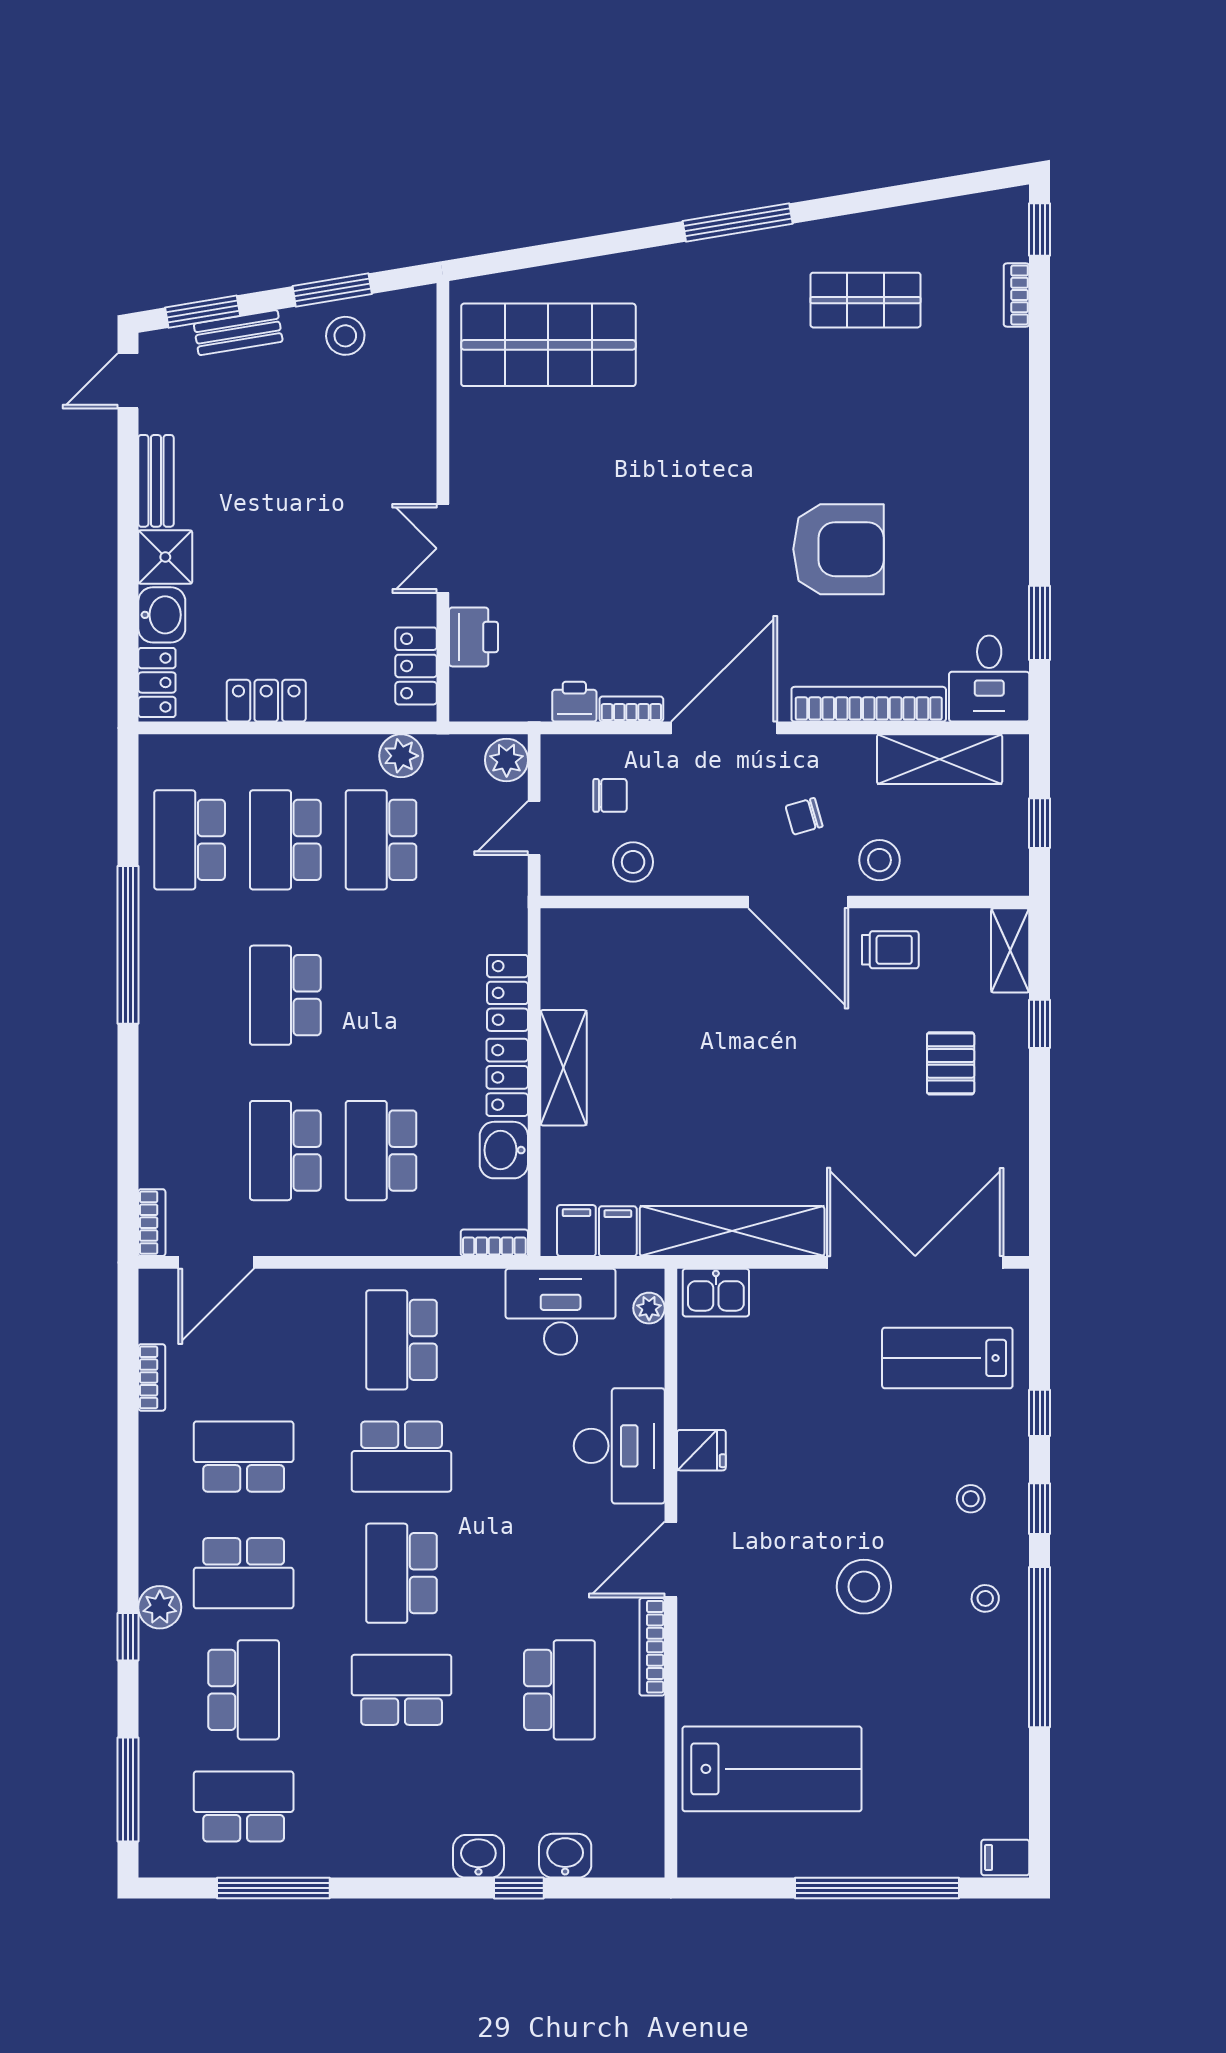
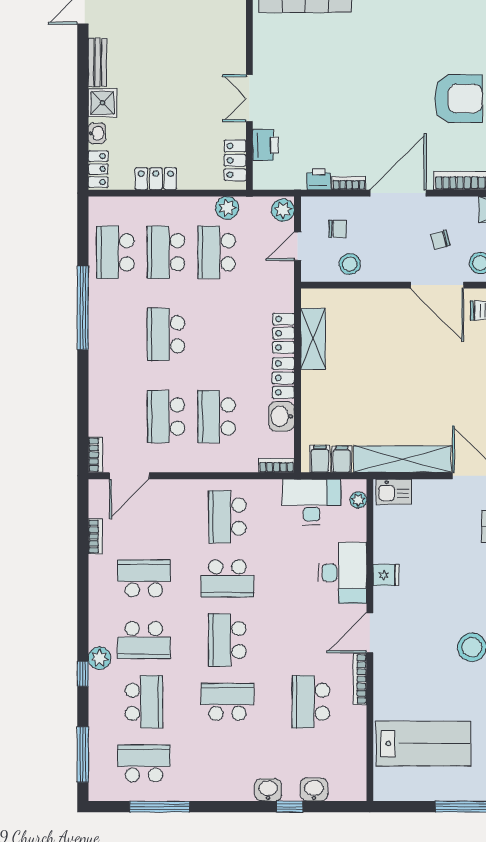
washbasin: (162, 615) -> (97, 133), width x0.72, depth x0.69
shelving: (563, 1068) -> (313, 339), moved
school desk: (559, 1690) -> (311, 702), turned 180

